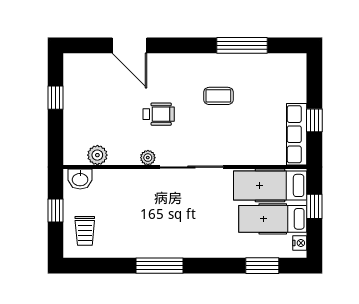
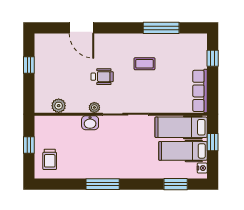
window: (314, 120) -> (213, 58), moved
washbasin: (80, 179) -> (90, 123), moved

